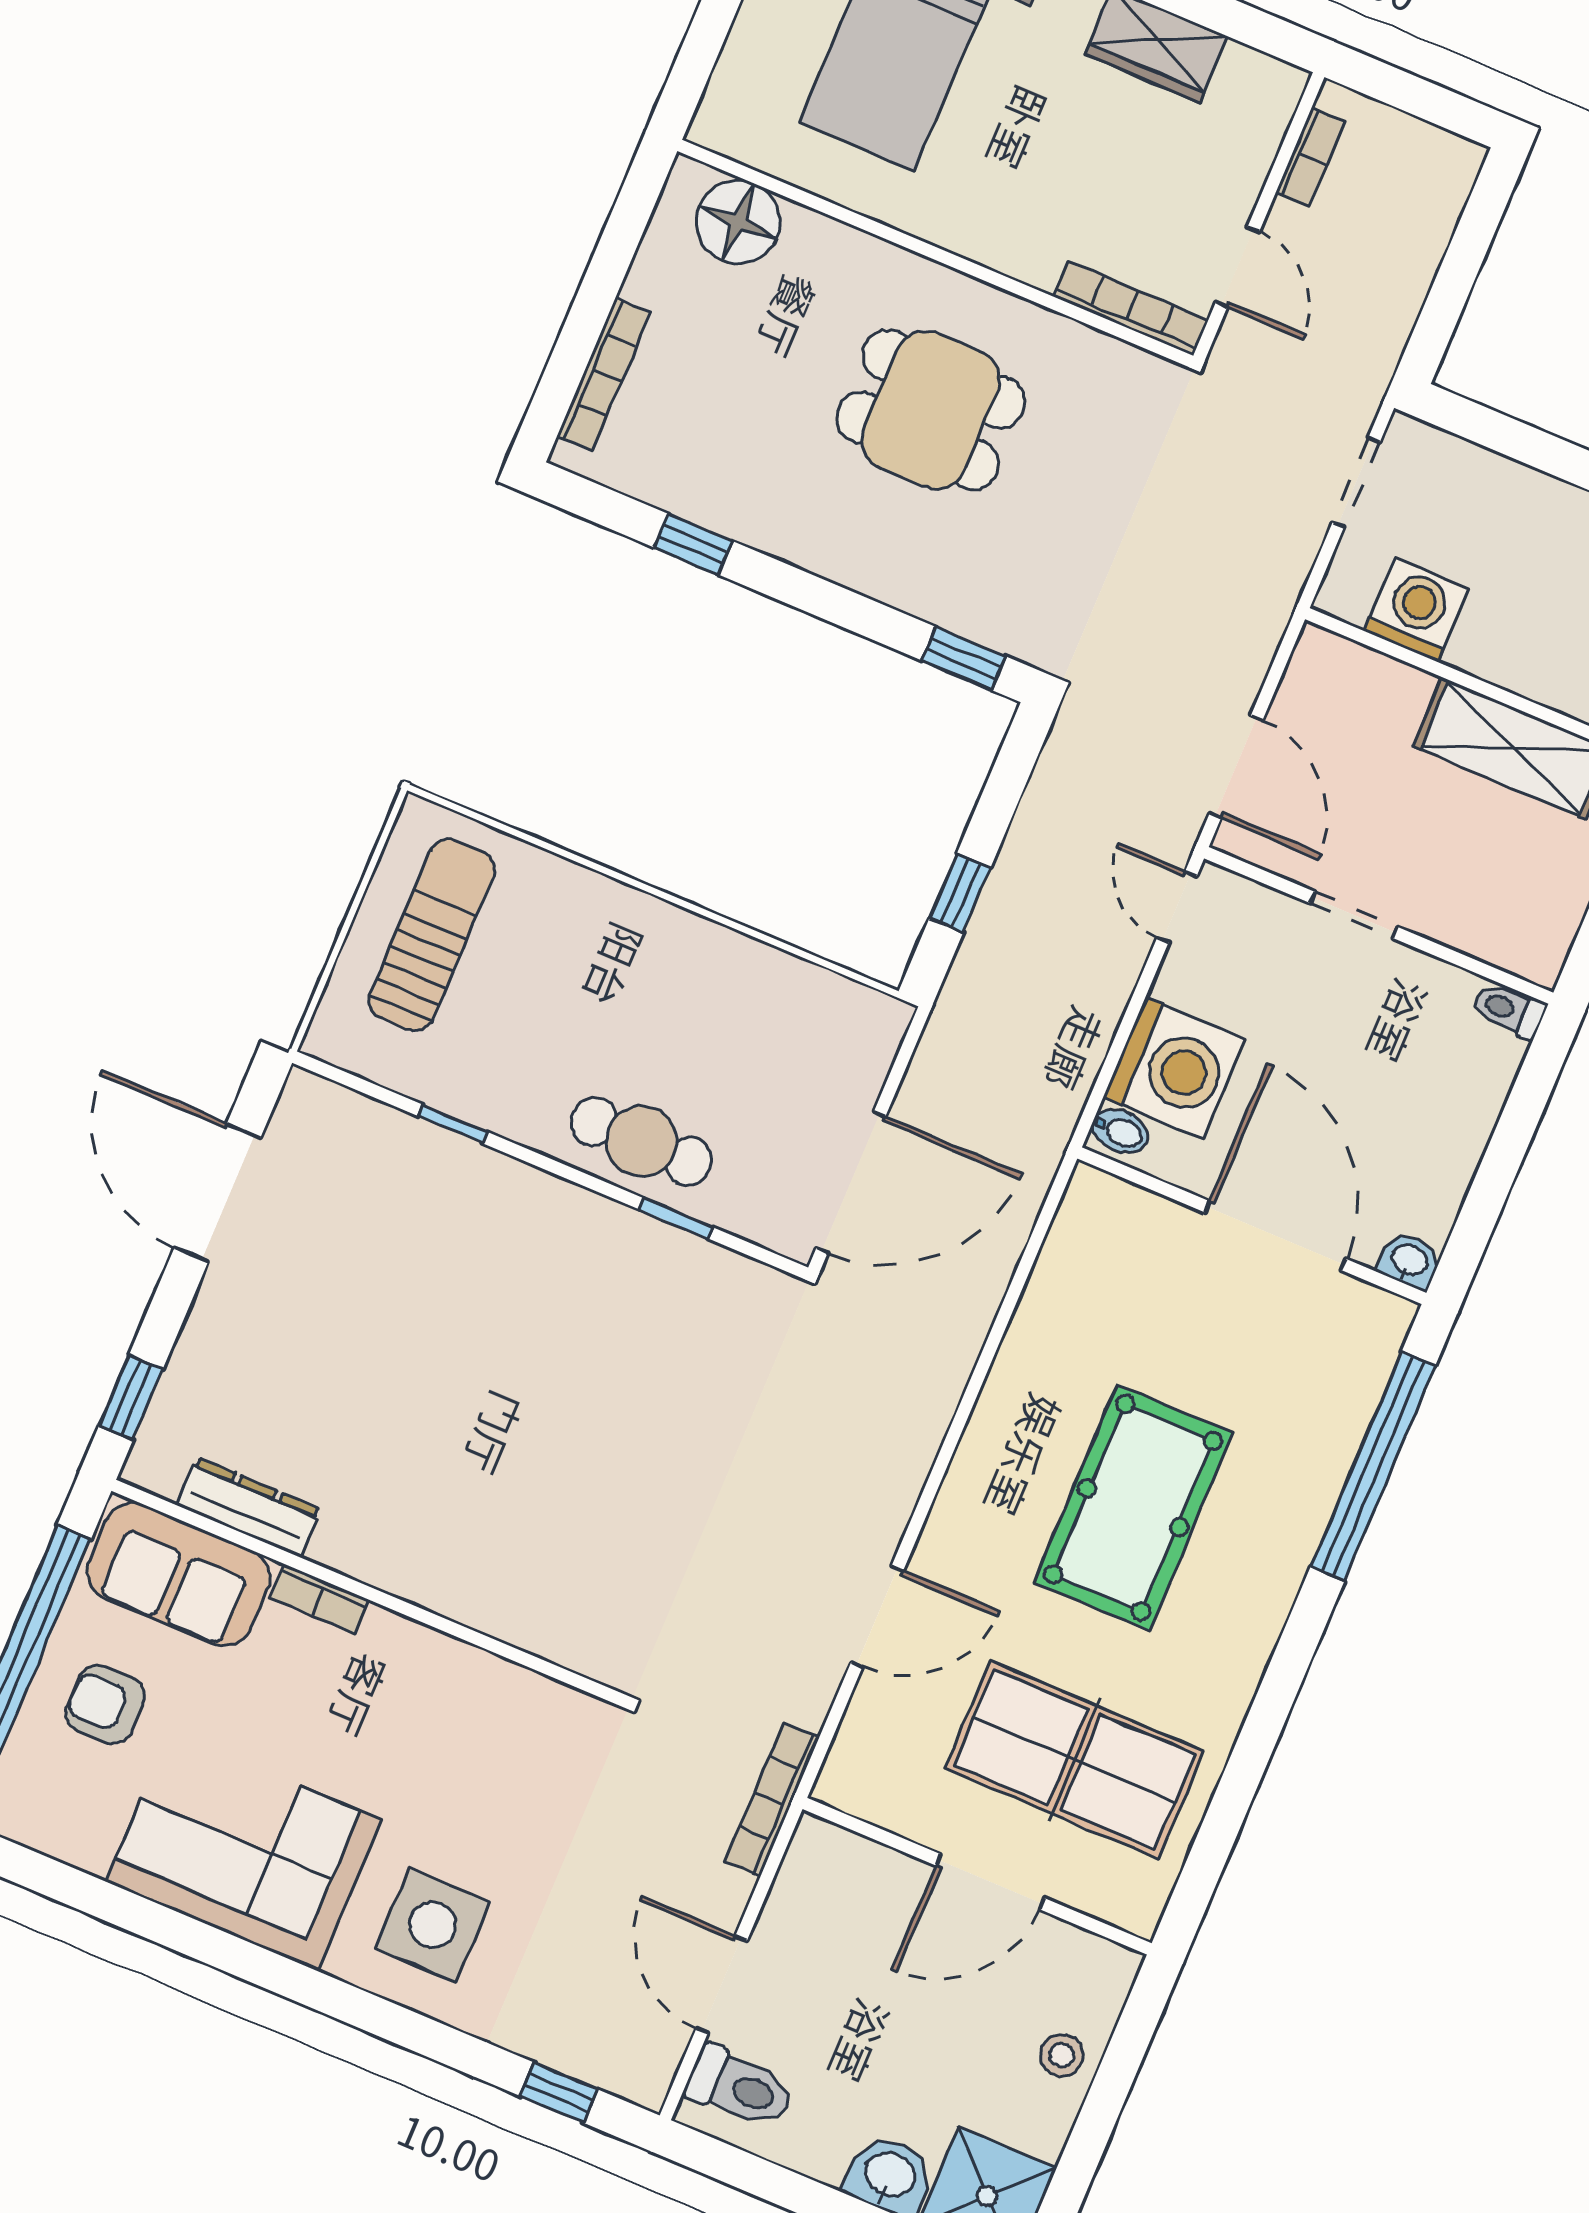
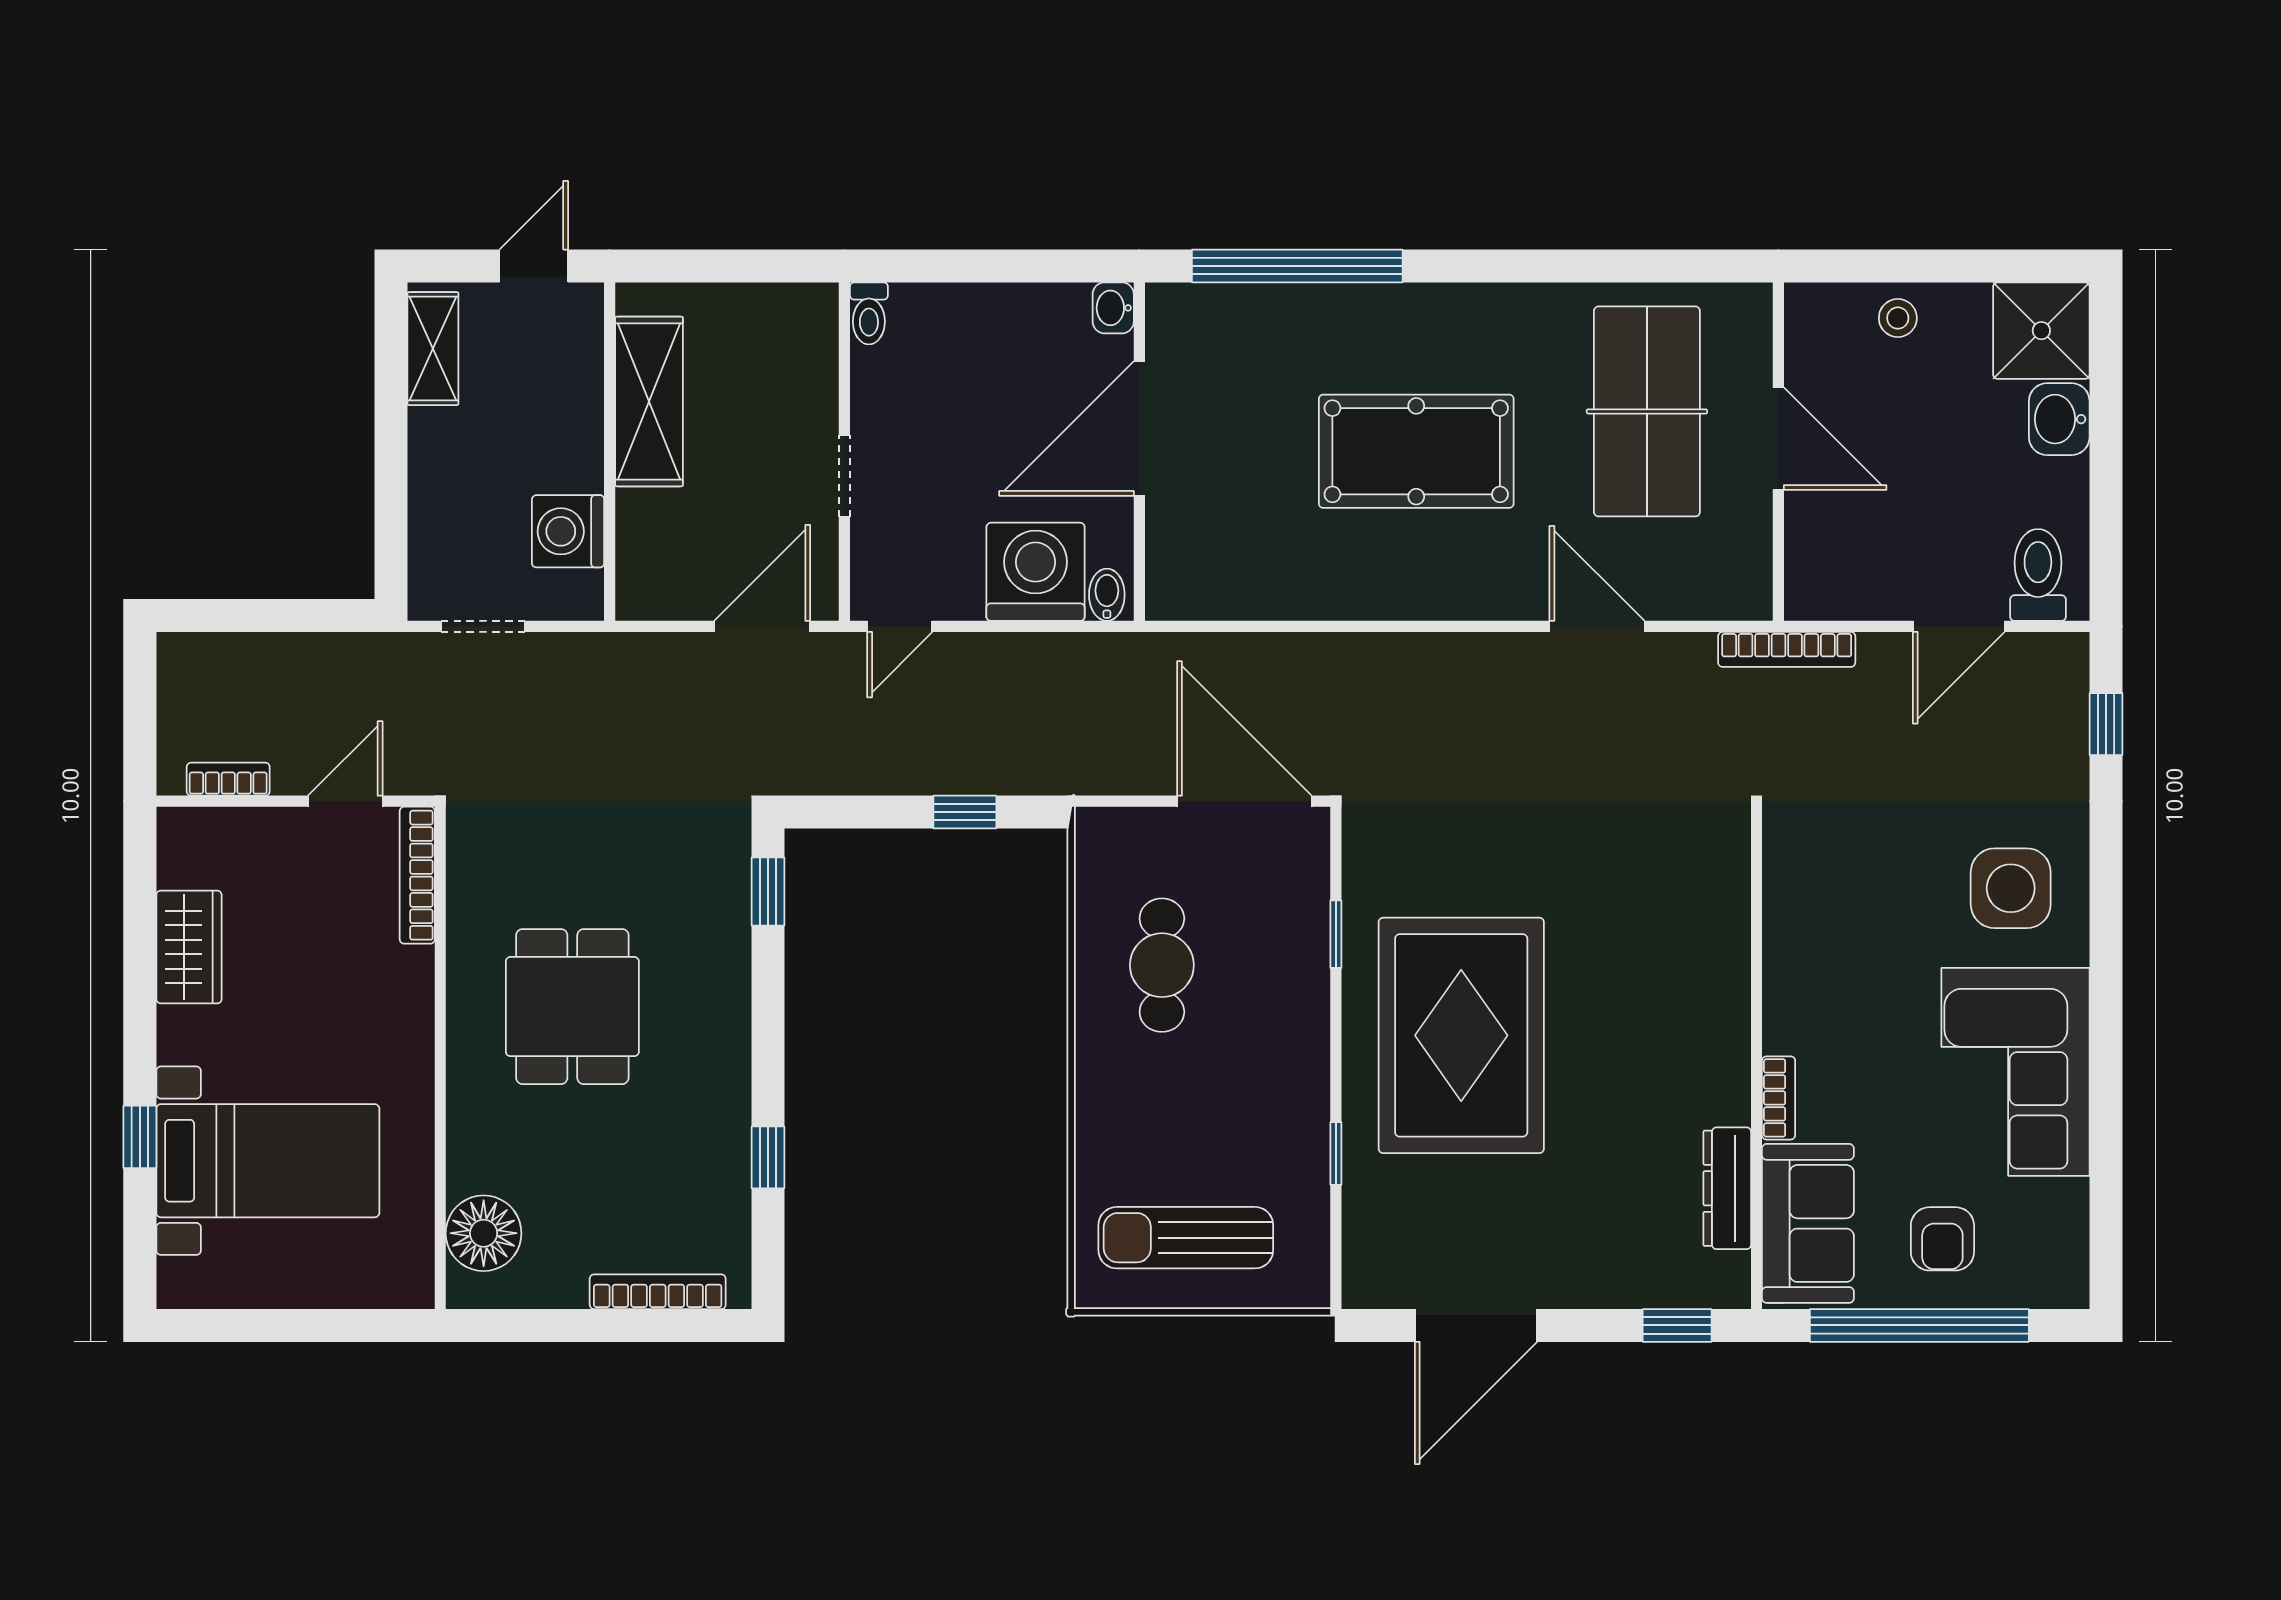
cafe table: (641, 1141) -> (1162, 965), moved
rug: (519, 1302) -> (1461, 1035), added

